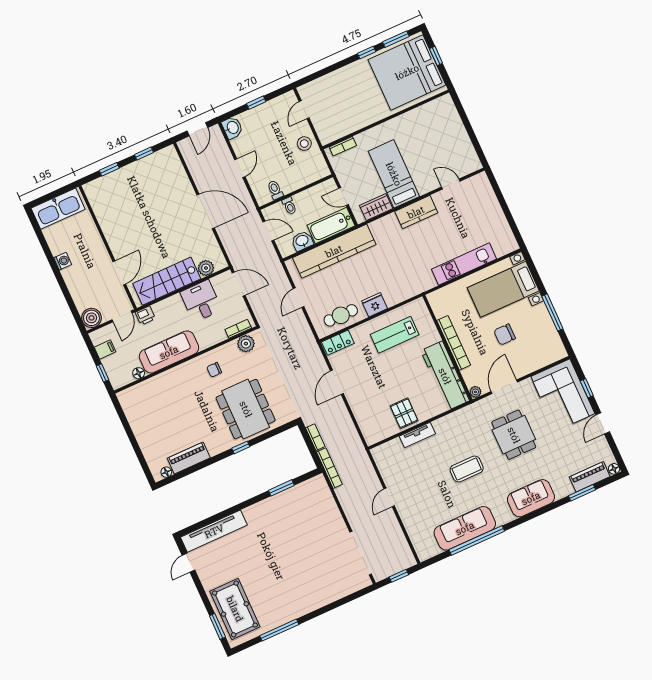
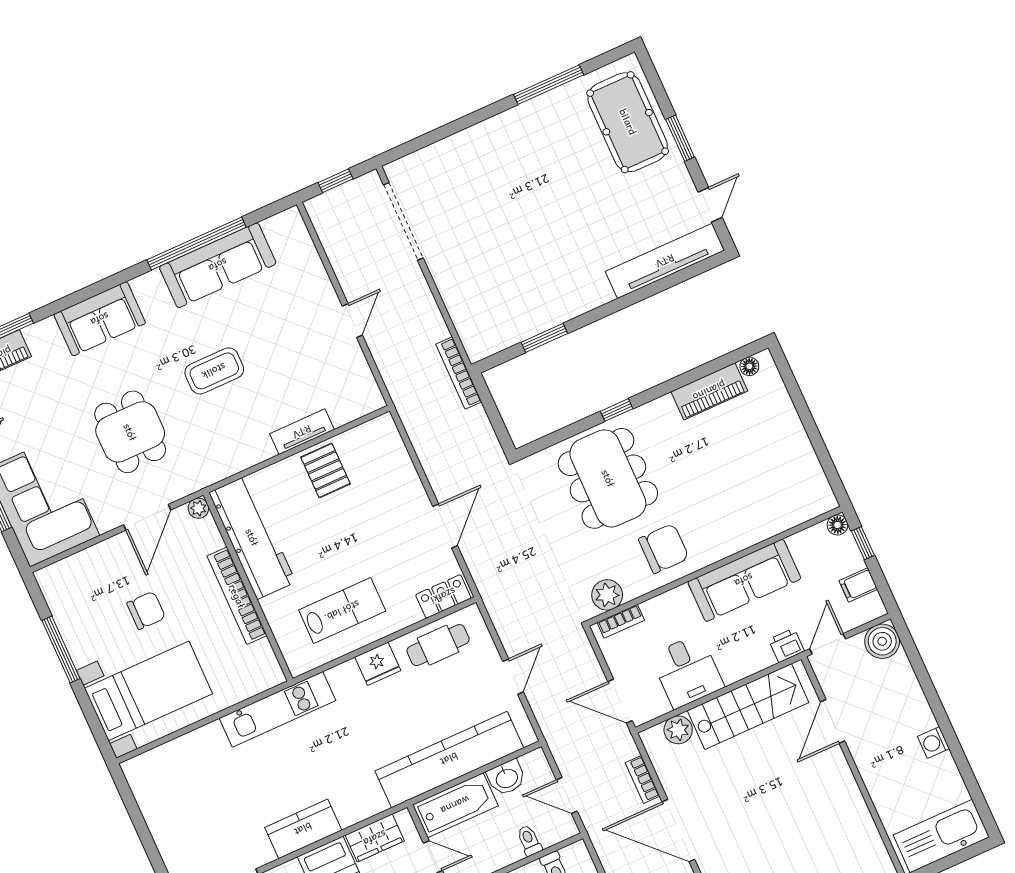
kitchen unit: (464, 264) -> (278, 709), moved
chair: (214, 370) -> (664, 548), width x1.87, depth x1.87
floor lamp: (139, 373) -> (837, 525), moved
bookcase: (315, 437) -> (642, 779), moved
window: (217, 626) -> (680, 138), moved

